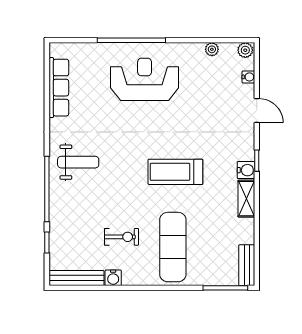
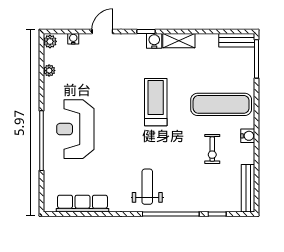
treadmill: (175, 172) -> (156, 102), turned 180
exercise bike: (122, 237) -> (212, 149), turned 180
water cooler: (113, 278) -> (248, 136), moved

